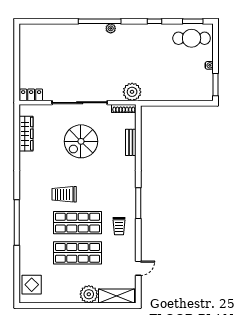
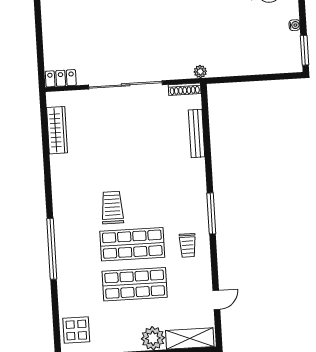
plant: (132, 92) -> (200, 72), width x0.53, depth x0.53
spiral stairs: (81, 141) -> (130, 136), removed
bench: (131, 142) -> (197, 133), width x1.36
trolley: (64, 194) -> (112, 208), turned 90

